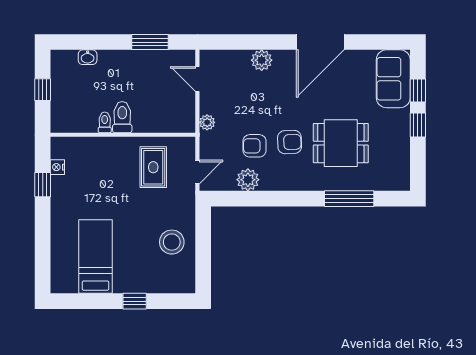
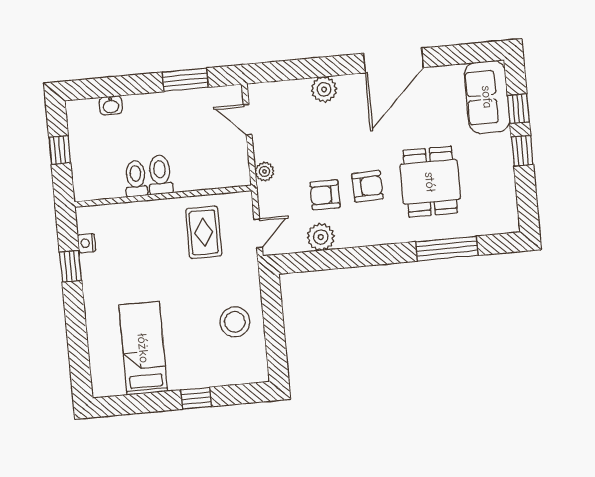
toilet: (105, 122) -> (136, 179), width x1.37, depth x1.39
dining table: (341, 143) -> (430, 182), turned 90

